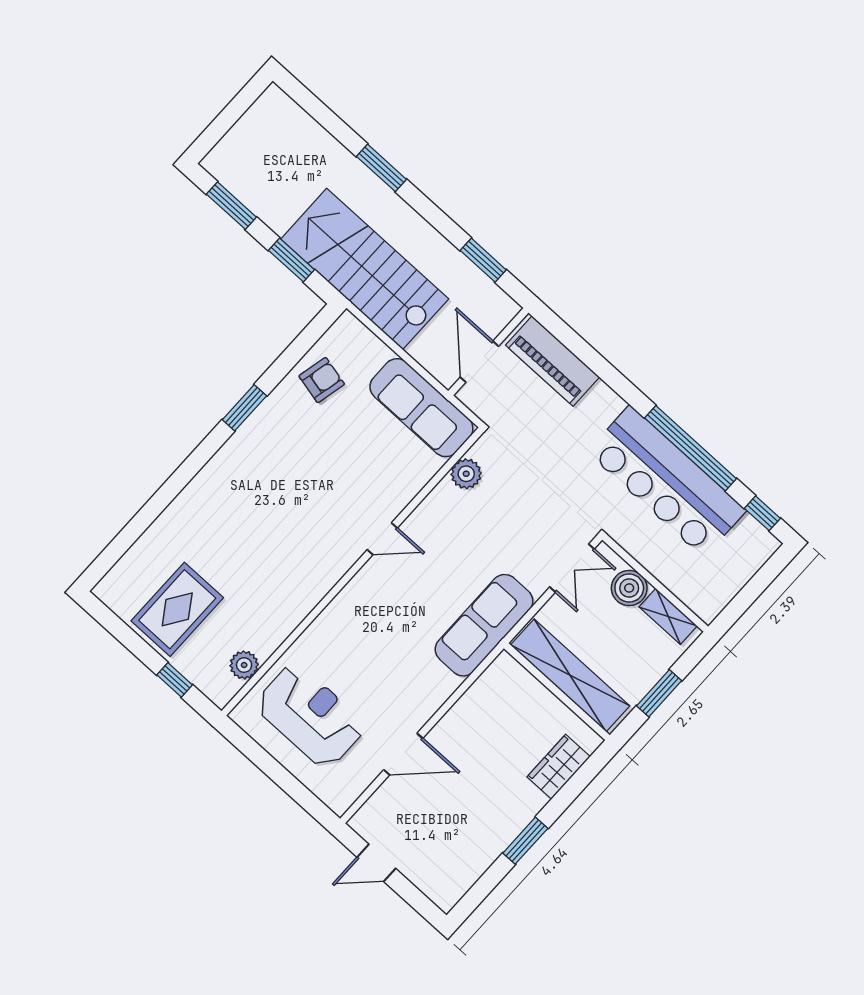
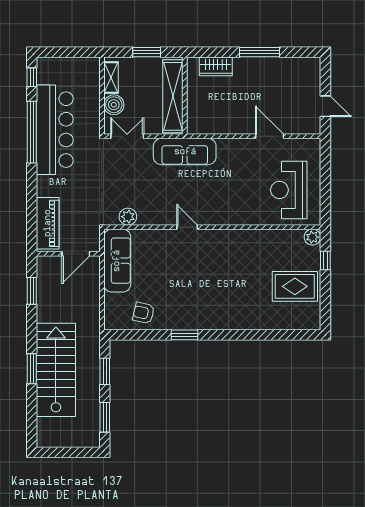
stairs: (365, 269) -> (56, 370), moved, turned 180
plant: (244, 665) -> (312, 237), moved
window: (525, 841) -> (259, 52), width x1.44

